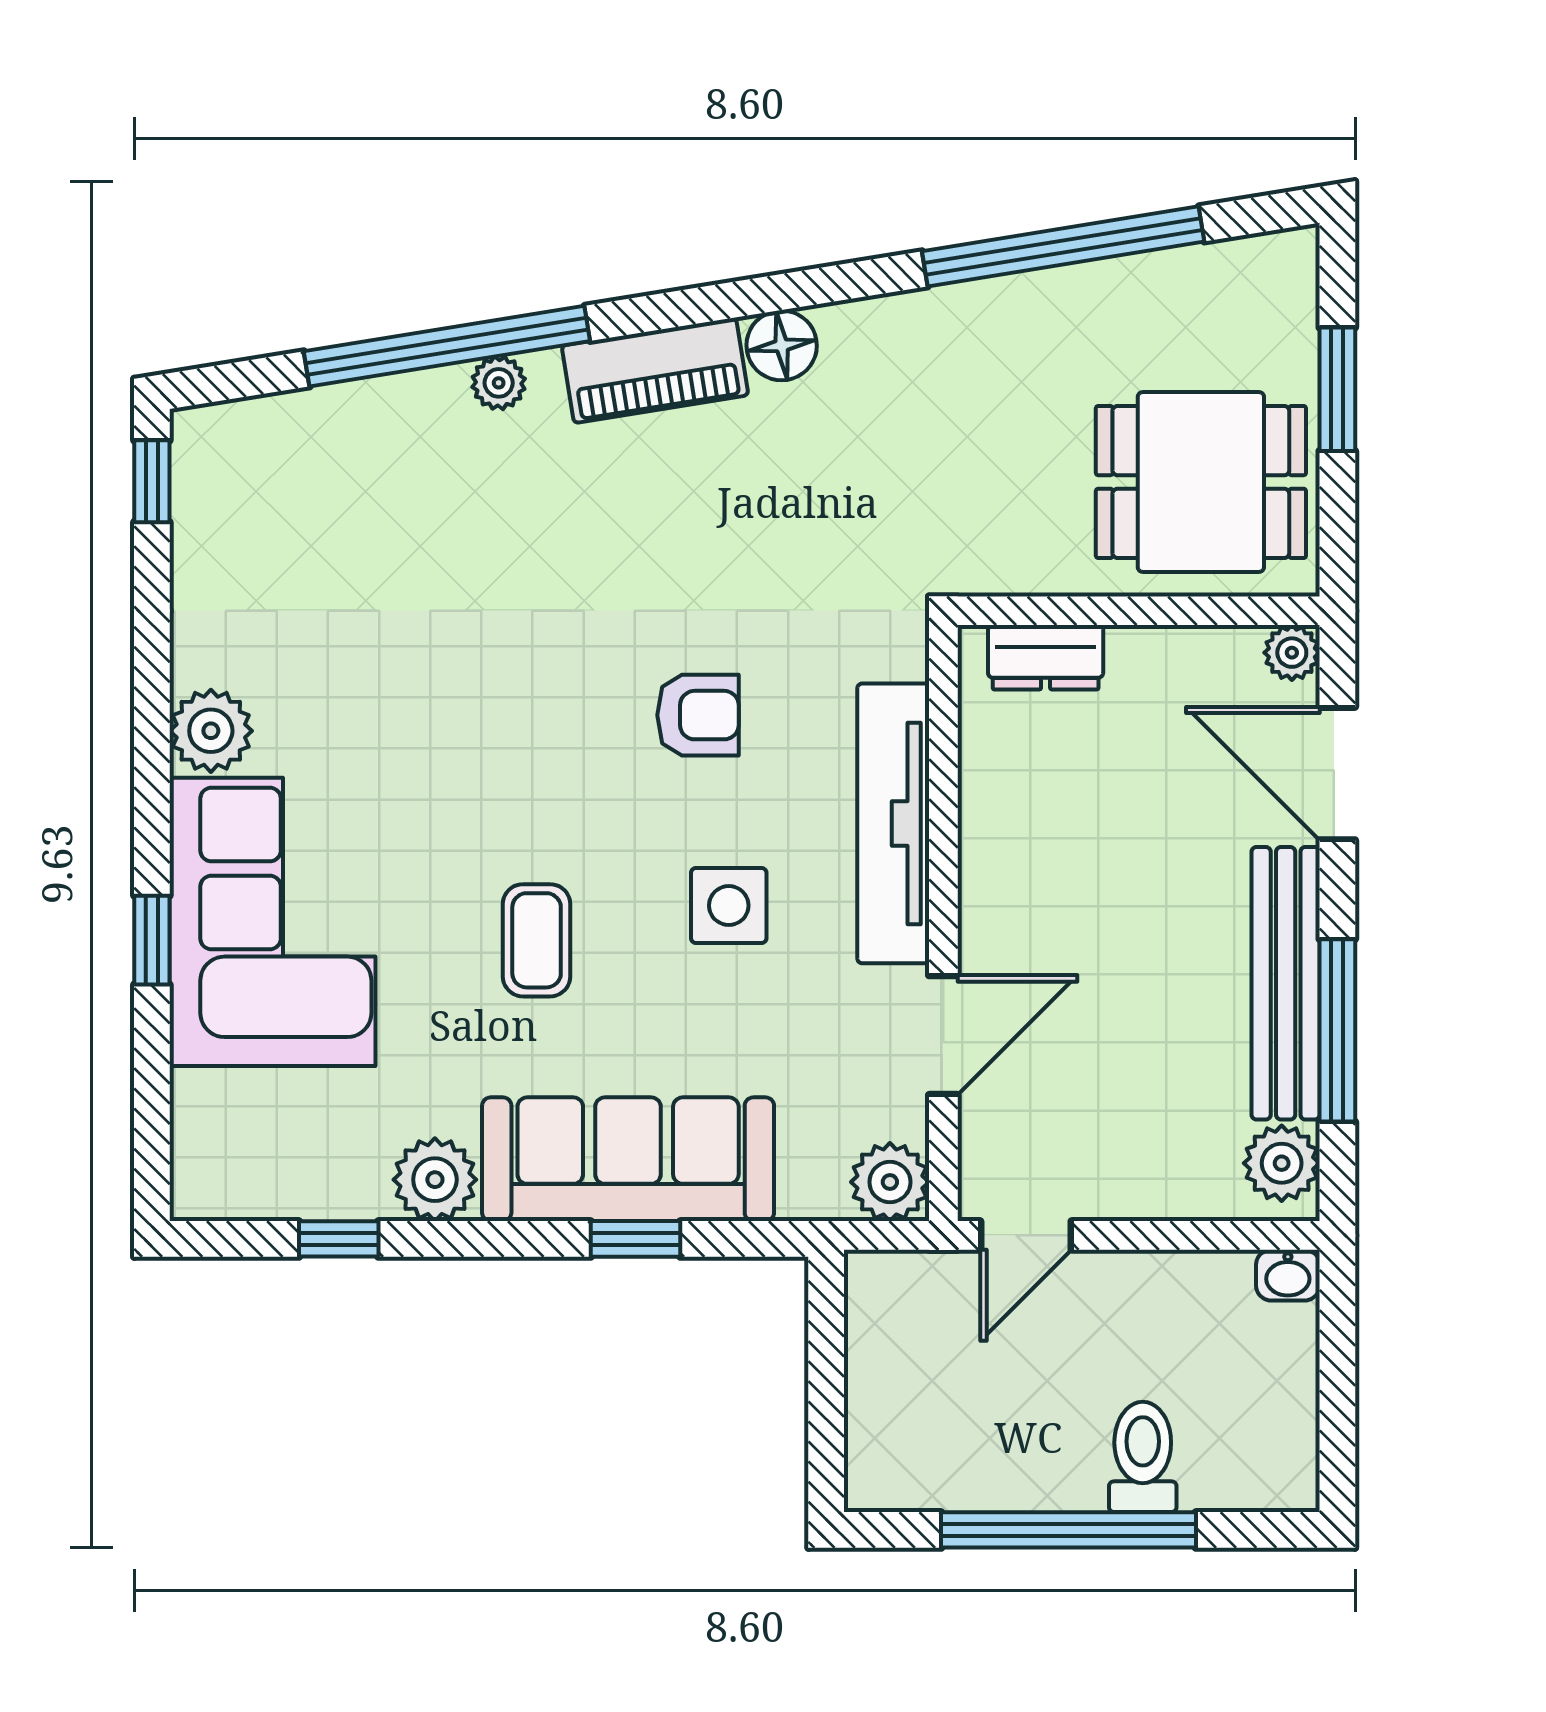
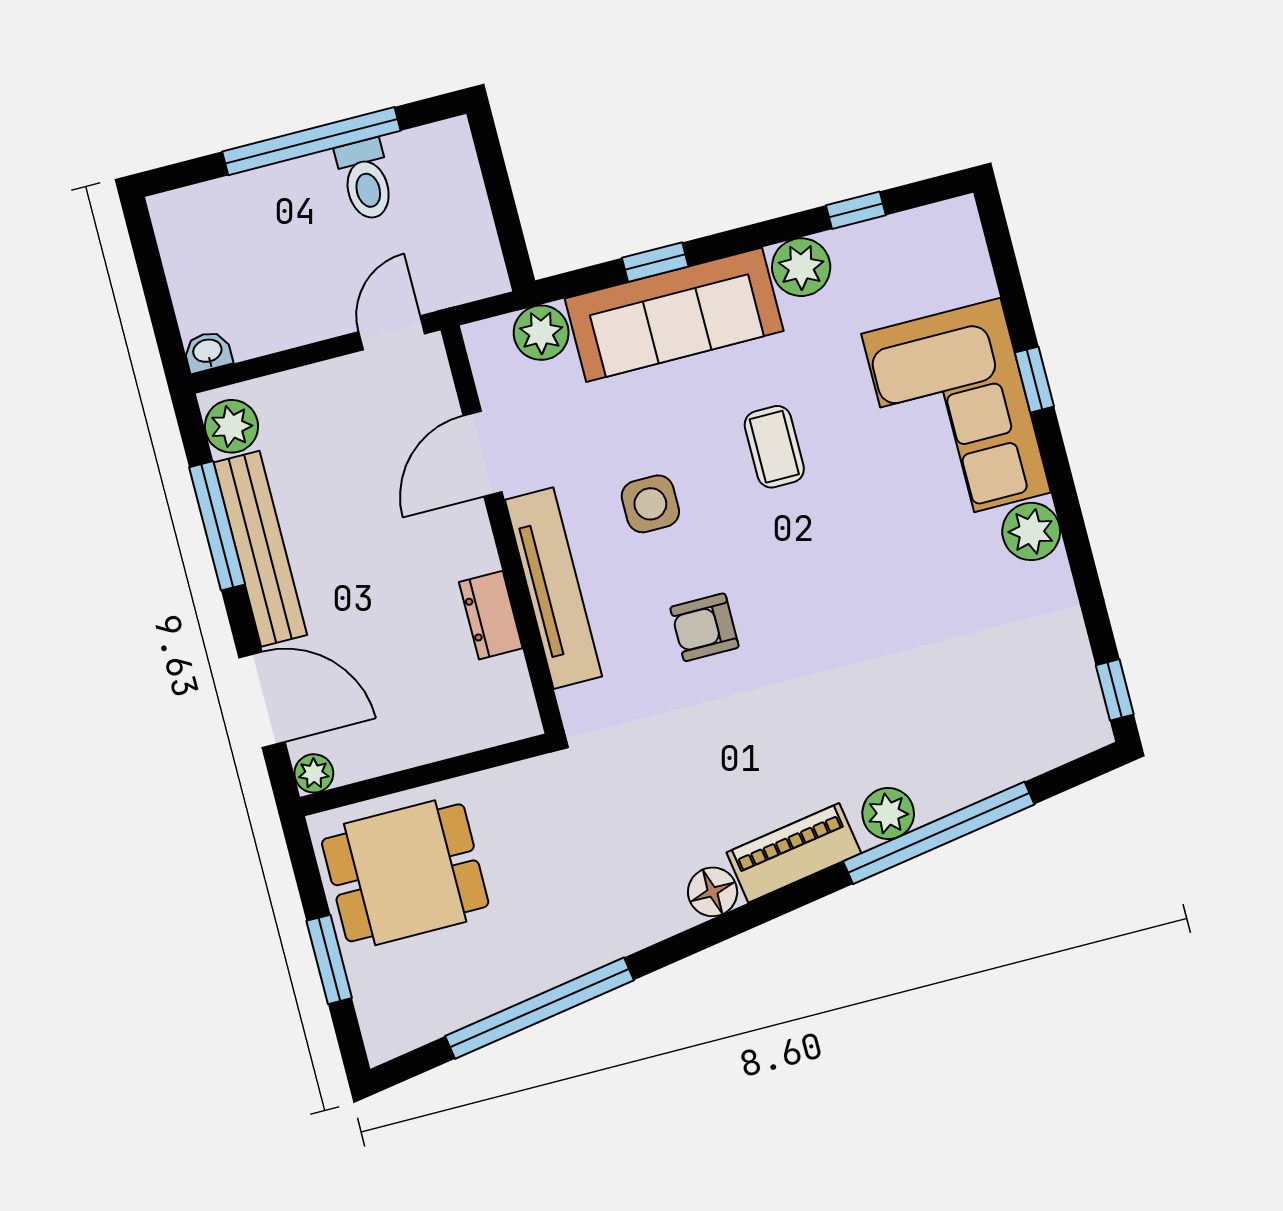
plant: (499, 383) -> (888, 813), width x1.38, depth x1.38
dresser: (1046, 657) -> (491, 615), moved, turned -90
plant: (890, 1182) -> (541, 333), moved
toilet: (1143, 1457) -> (366, 180), moved

